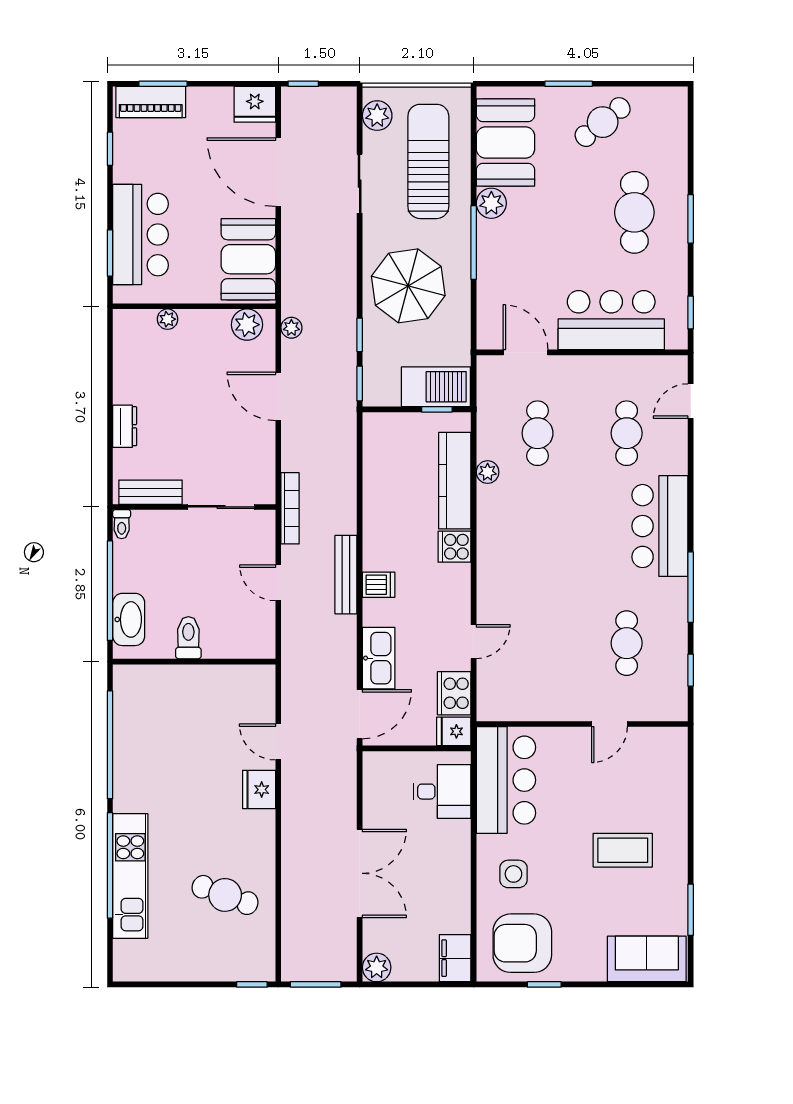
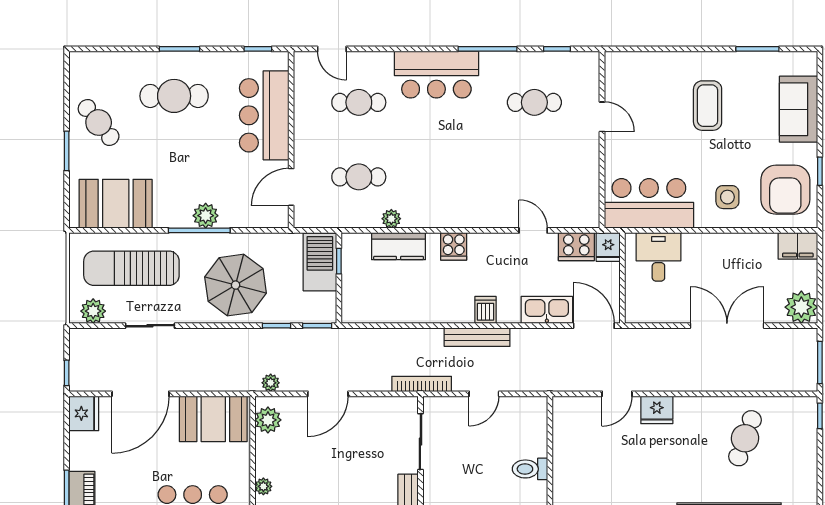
plant: (491, 203) -> (206, 216), moved
kitchen counter: (455, 481) -> (399, 246), width x0.67
sofa: (647, 959) -> (799, 109), moved
plant: (377, 967) -> (801, 307), width x1.36, depth x1.36

